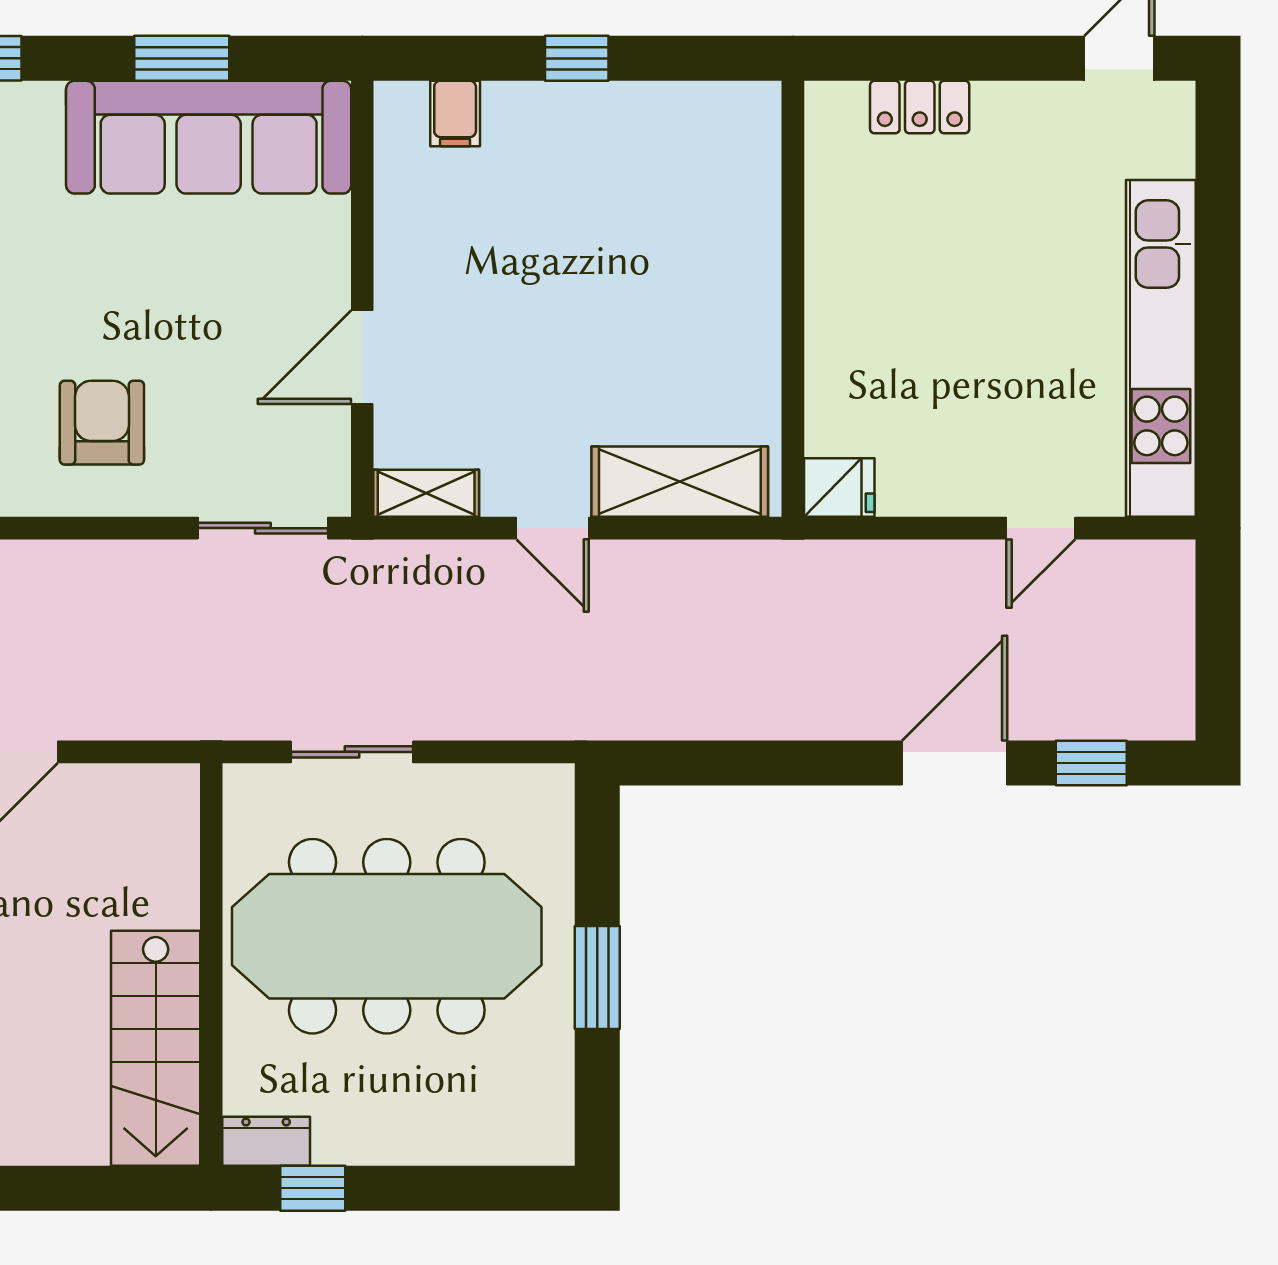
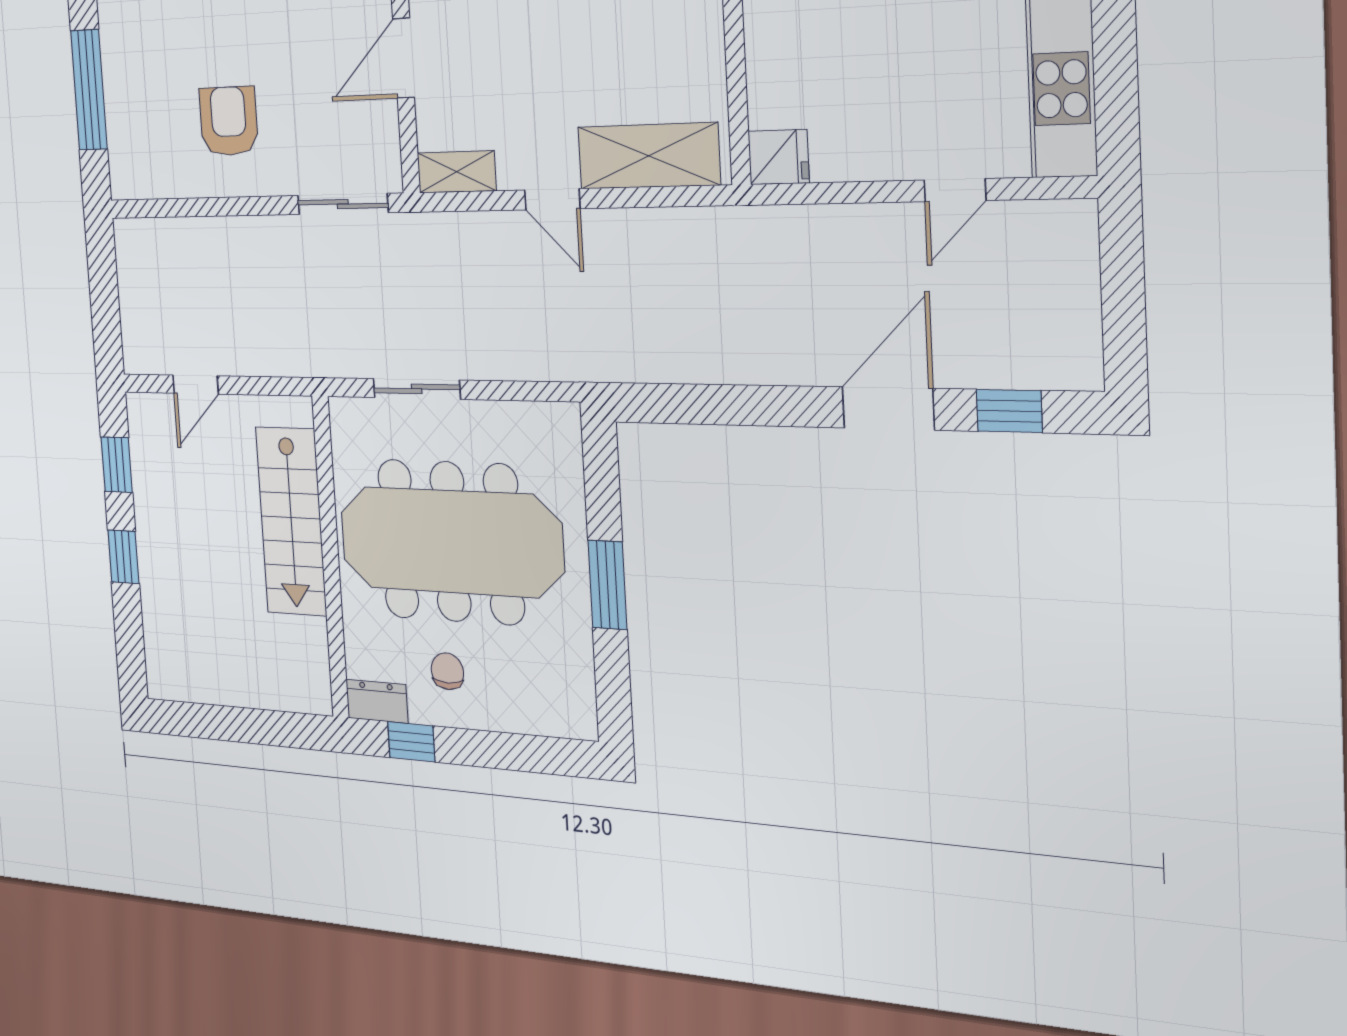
stairs: (156, 1048) -> (291, 521), moved
chair: (371, 1096) -> (447, 671), added

